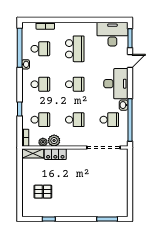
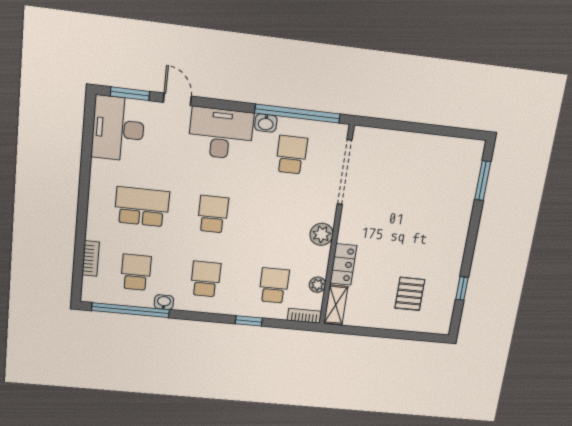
school desk: (75, 120) -> (283, 221), removed
plant: (54, 141) -> (322, 234), moved

